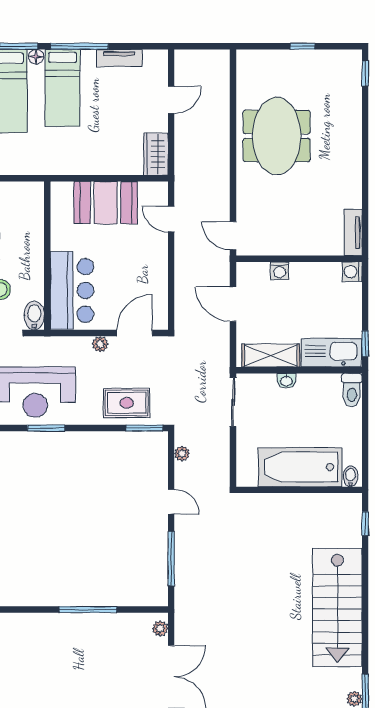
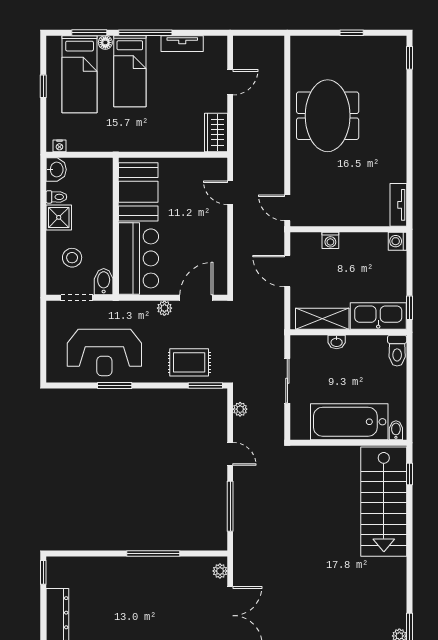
booth: (106, 203) -> (138, 192), moved, turned 90
sliding door: (233, 402) -> (287, 381), moved
stairs: (337, 608) -> (384, 502), moved

